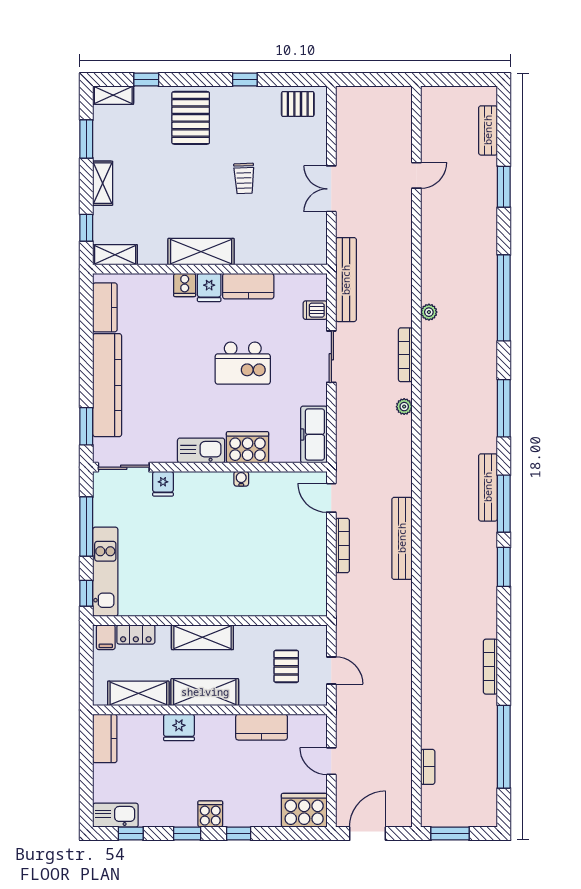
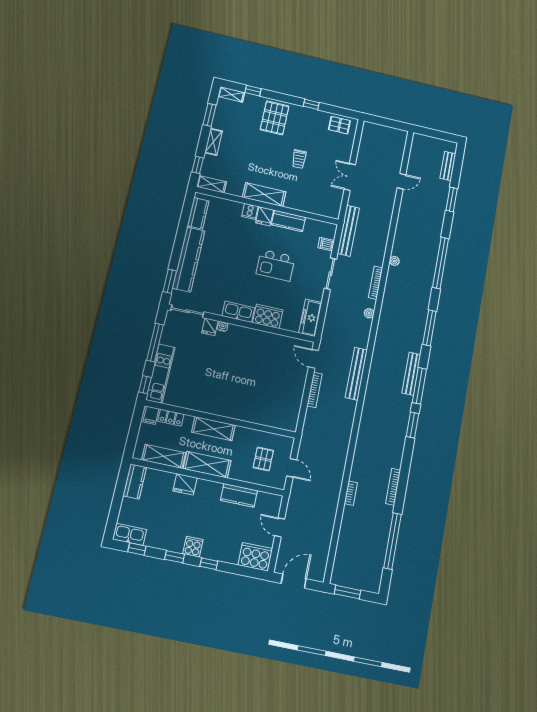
water cooler: (241, 479) -> (223, 326), moved
bench: (402, 538) -> (356, 374), moved
bookcase: (428, 767) -> (351, 493), moved

